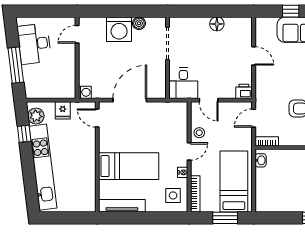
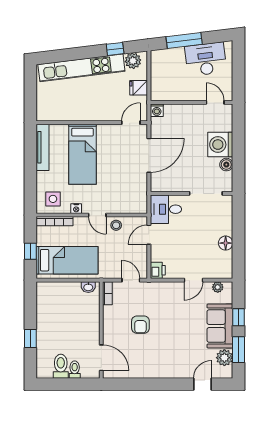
plant: (261, 32) -> (218, 287), added
door: (130, 100) -> (149, 155), hinge flipped
window: (225, 218) -> (30, 251), width x0.67

